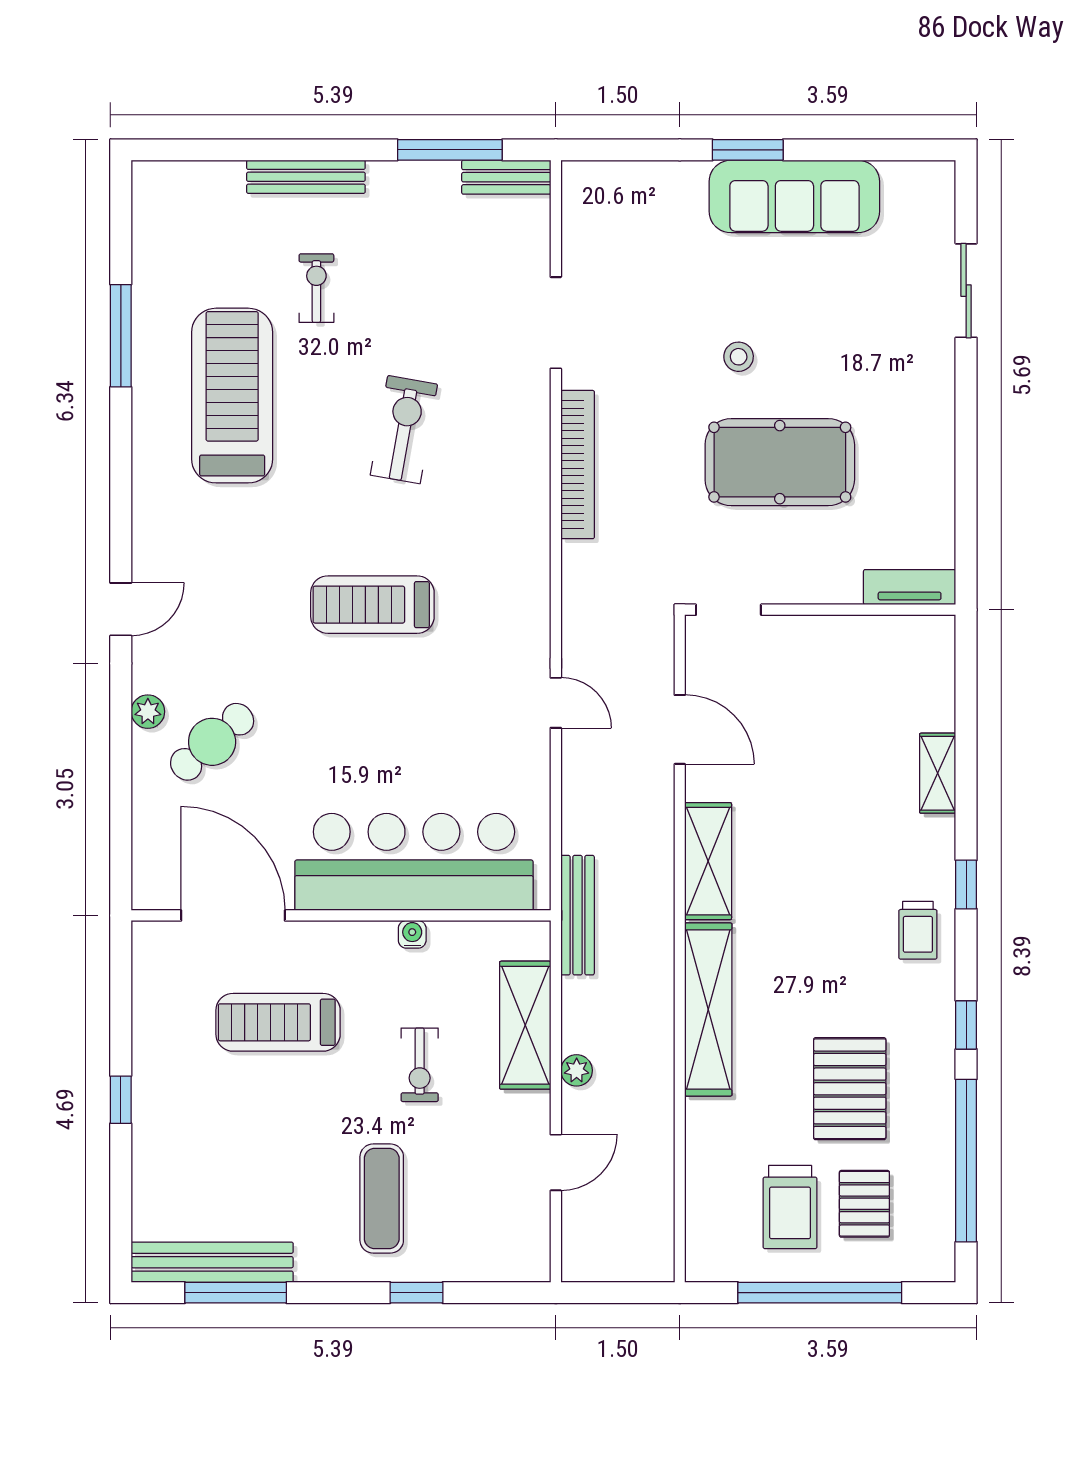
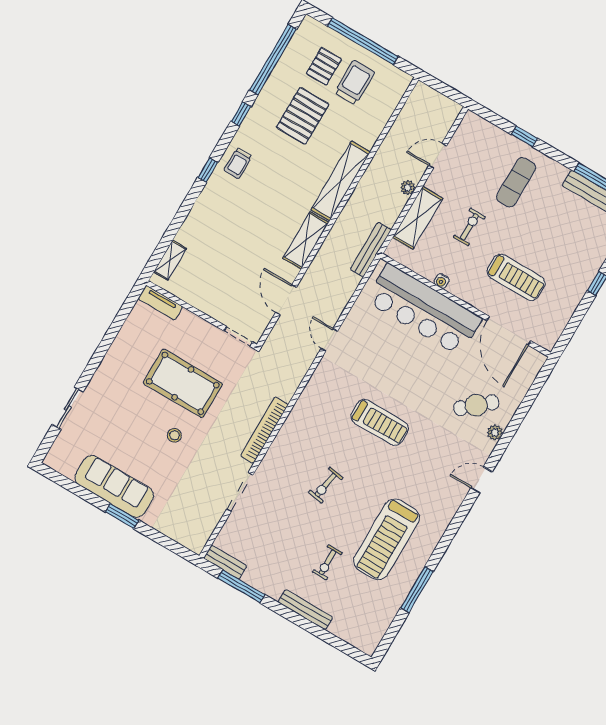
exercise bike: (404, 430) -> (326, 485), width x0.73, depth x0.72
shelving: (938, 773) -> (170, 260), moved
trolley: (918, 930) -> (238, 163), turned 180

